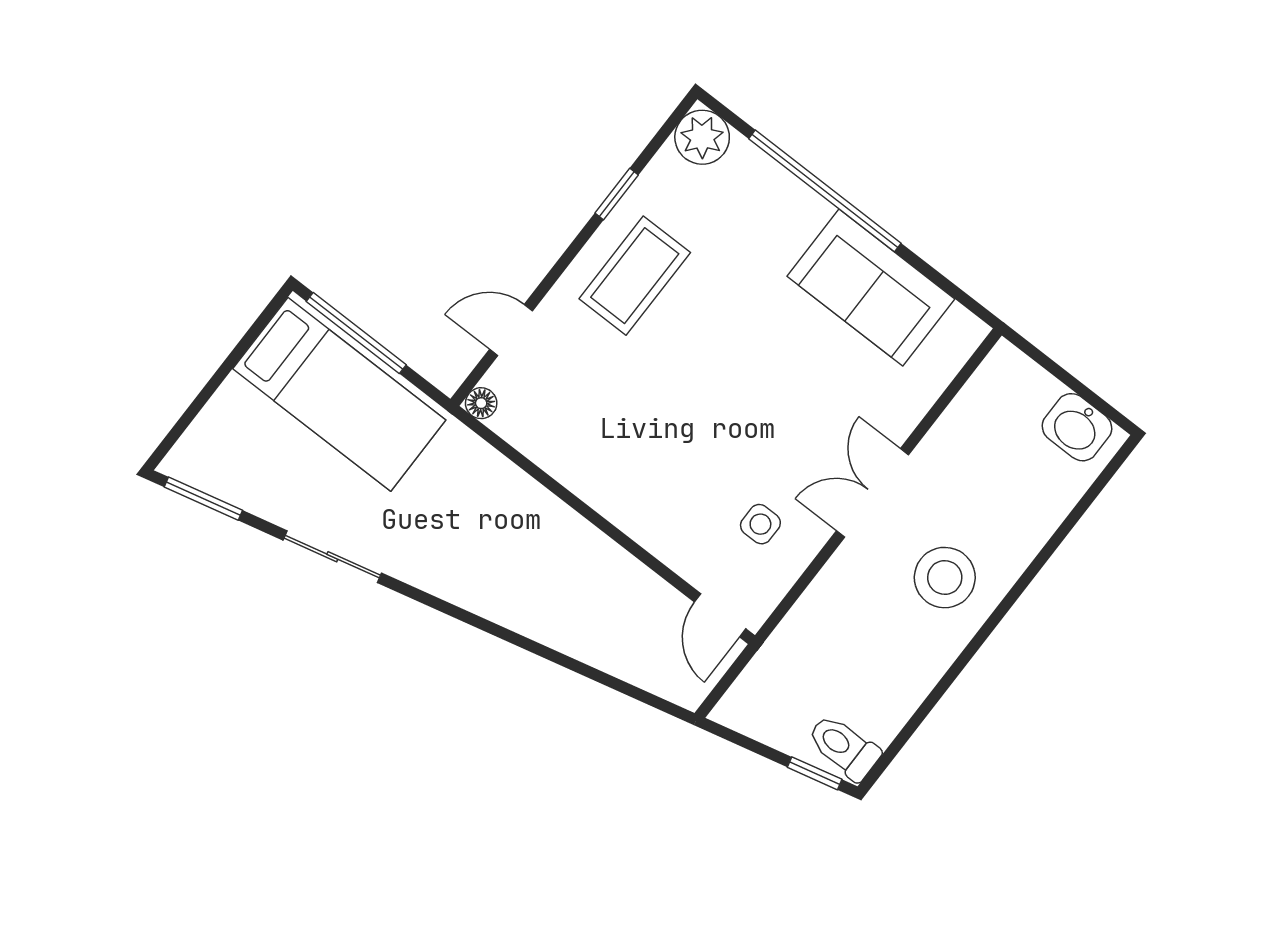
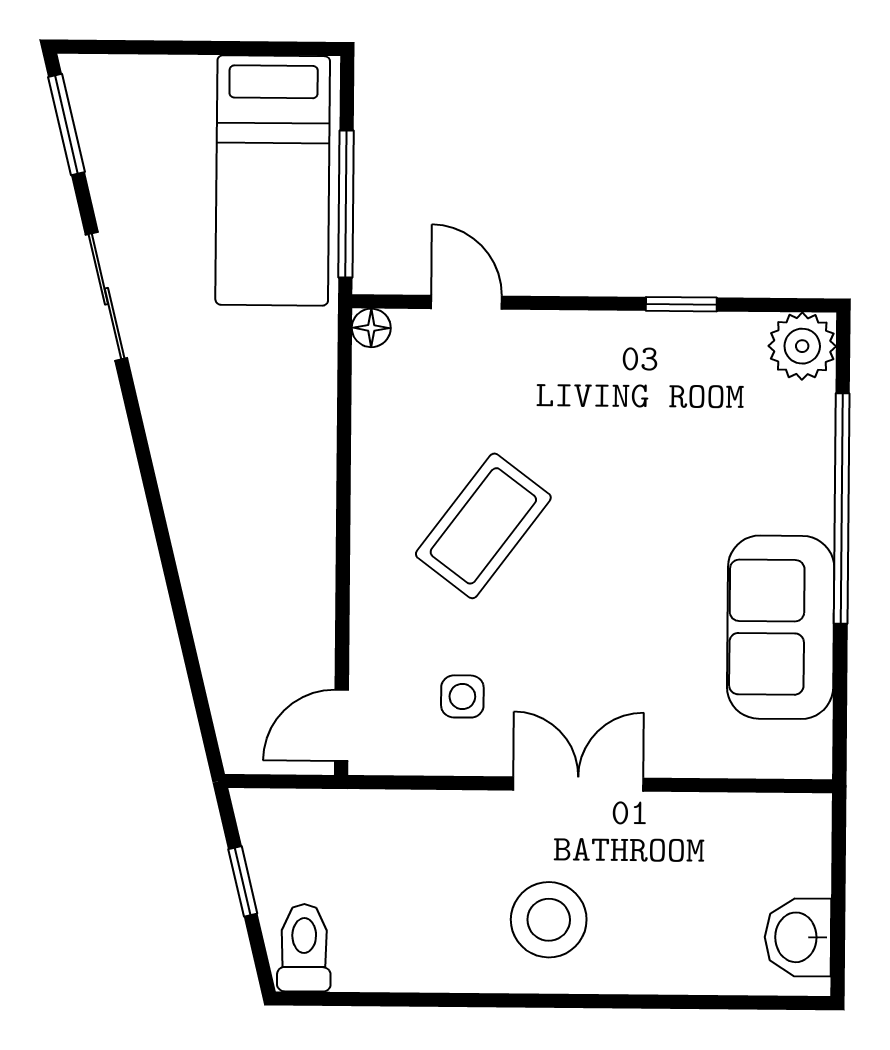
coffee table: (635, 276) -> (483, 526), moved, turned -53
window: (356, 333) -> (346, 204), moved
window: (815, 773) -> (243, 881), moved

